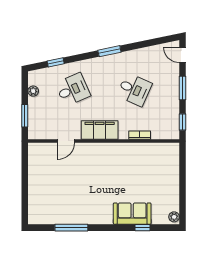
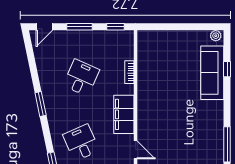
sofa: (132, 214) -> (212, 73), width x1.36

